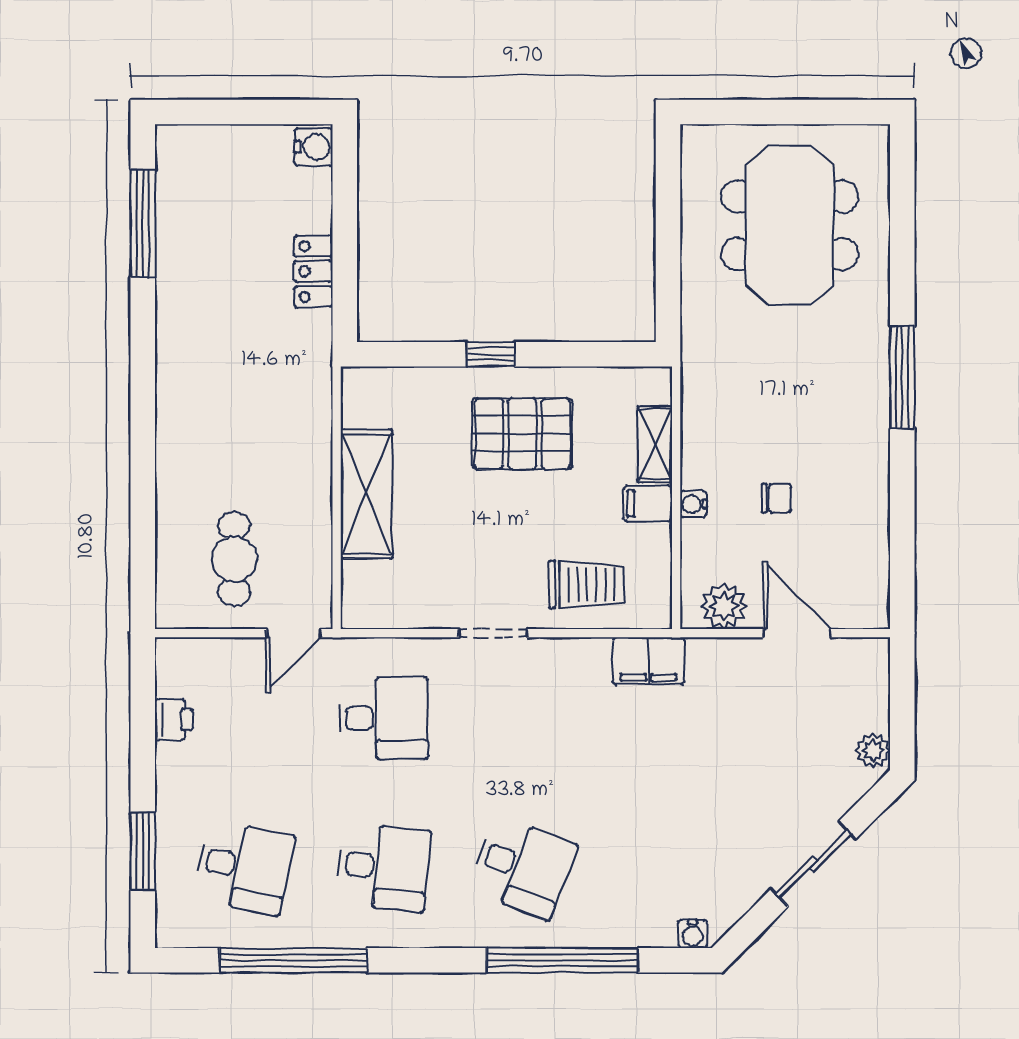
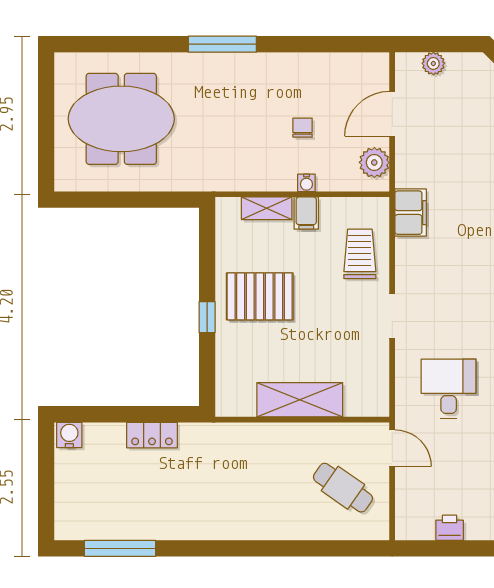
pallet: (522, 434) -> (260, 296), turned 90
cafe table: (234, 559) -> (343, 488), turned 35
plant: (873, 750) -> (433, 63), moved

